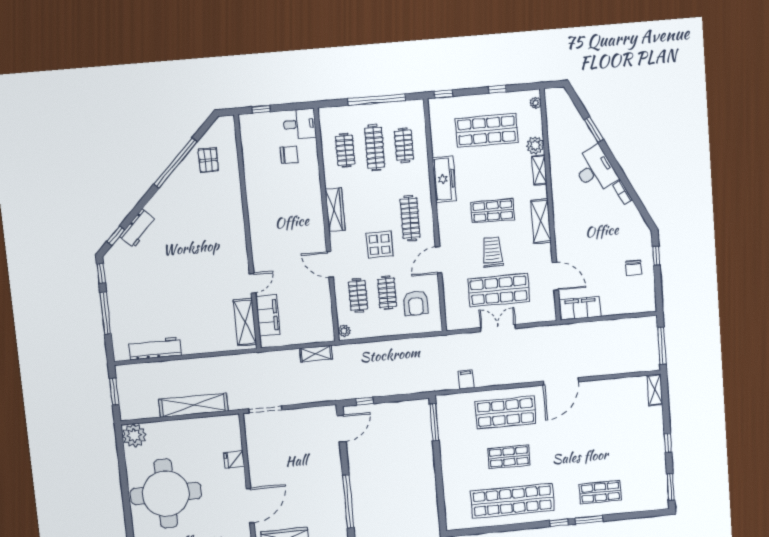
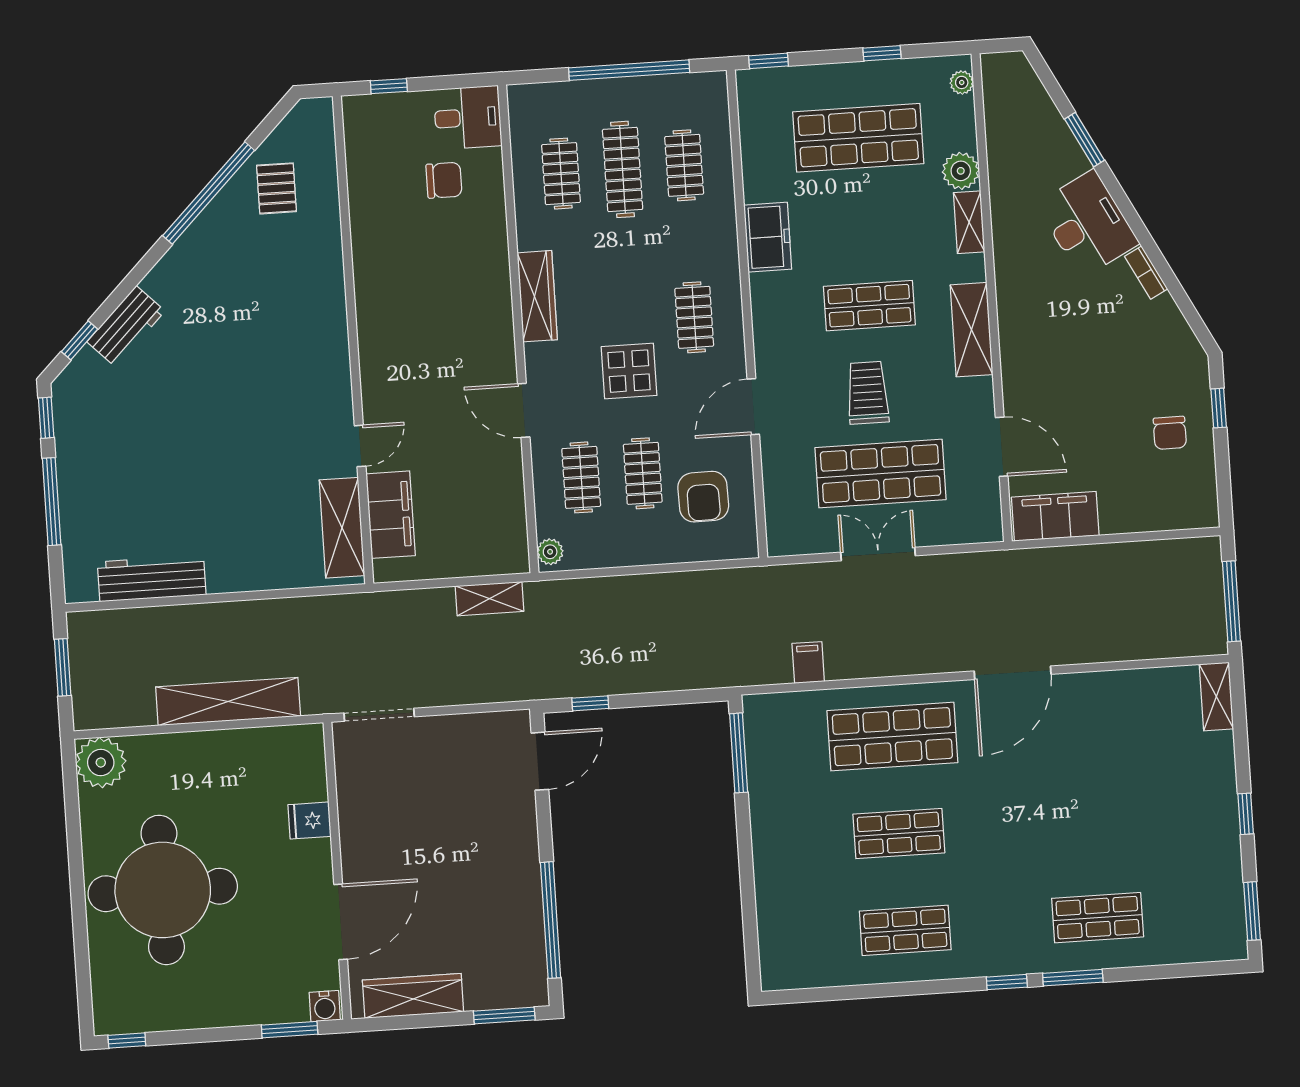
freezer: (444, 179) -> (768, 237), width x0.71
clothes rail: (410, 218) -> (694, 317), width x0.73
shop shelf: (512, 501) -> (905, 930), width x0.50, depth x0.74

